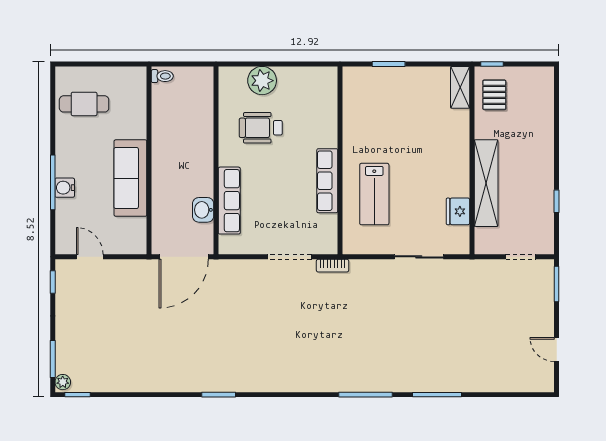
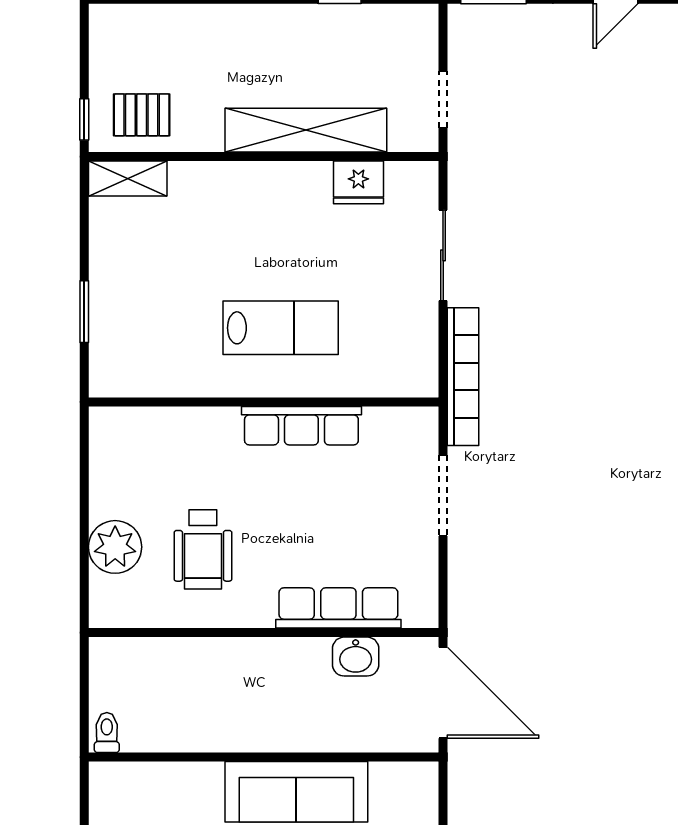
lab bench: (374, 194) -> (281, 328), moved
doorway: (521, 257) -> (443, 99), moved
bookcase: (333, 266) -> (463, 377), width x2.31, depth x1.31

